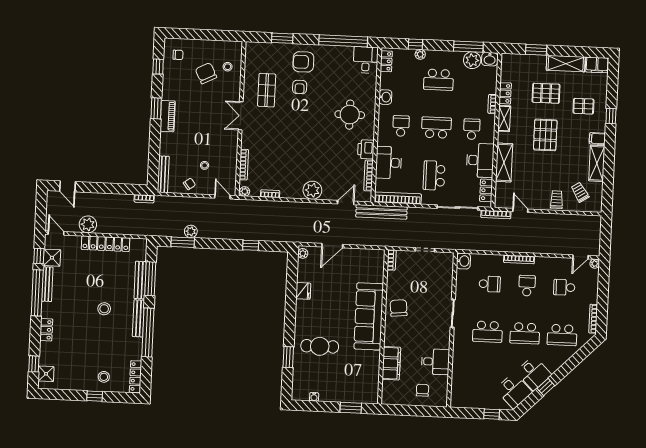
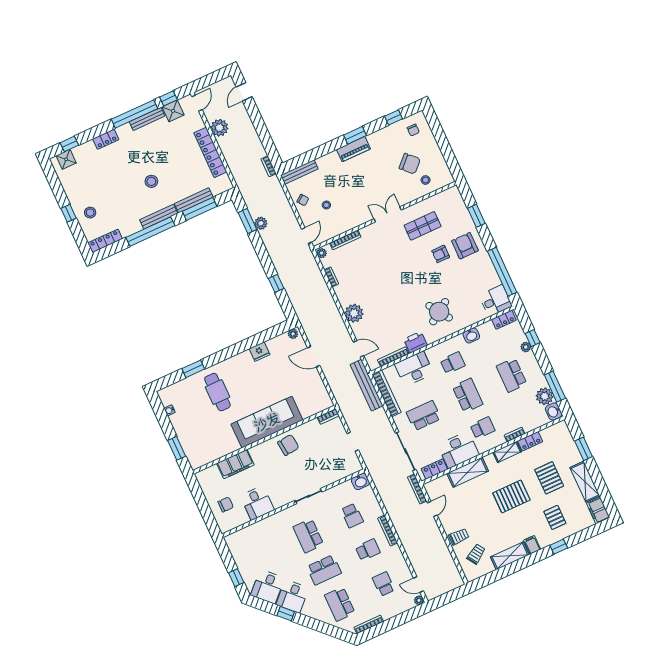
chair: (206, 73) -> (410, 164), turned 72
round table: (350, 115) -> (439, 312), turned -34
school desk: (525, 333) -> (324, 570), turned -90

